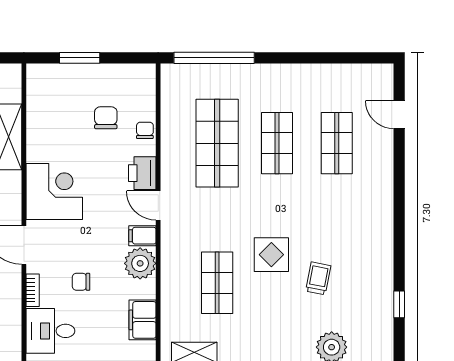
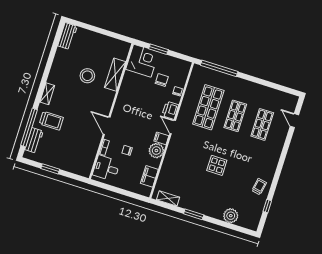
corner desk: (54, 191) -> (142, 61), moved
trolley: (318, 278) -> (259, 187), moved
shop shelf: (217, 283) -> (188, 170), removed

